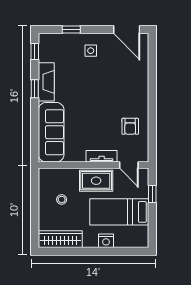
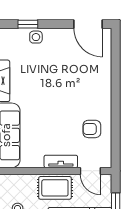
side table: (91, 51) -> (36, 37), moved
armchair: (130, 126) -> (92, 129), turned 90

